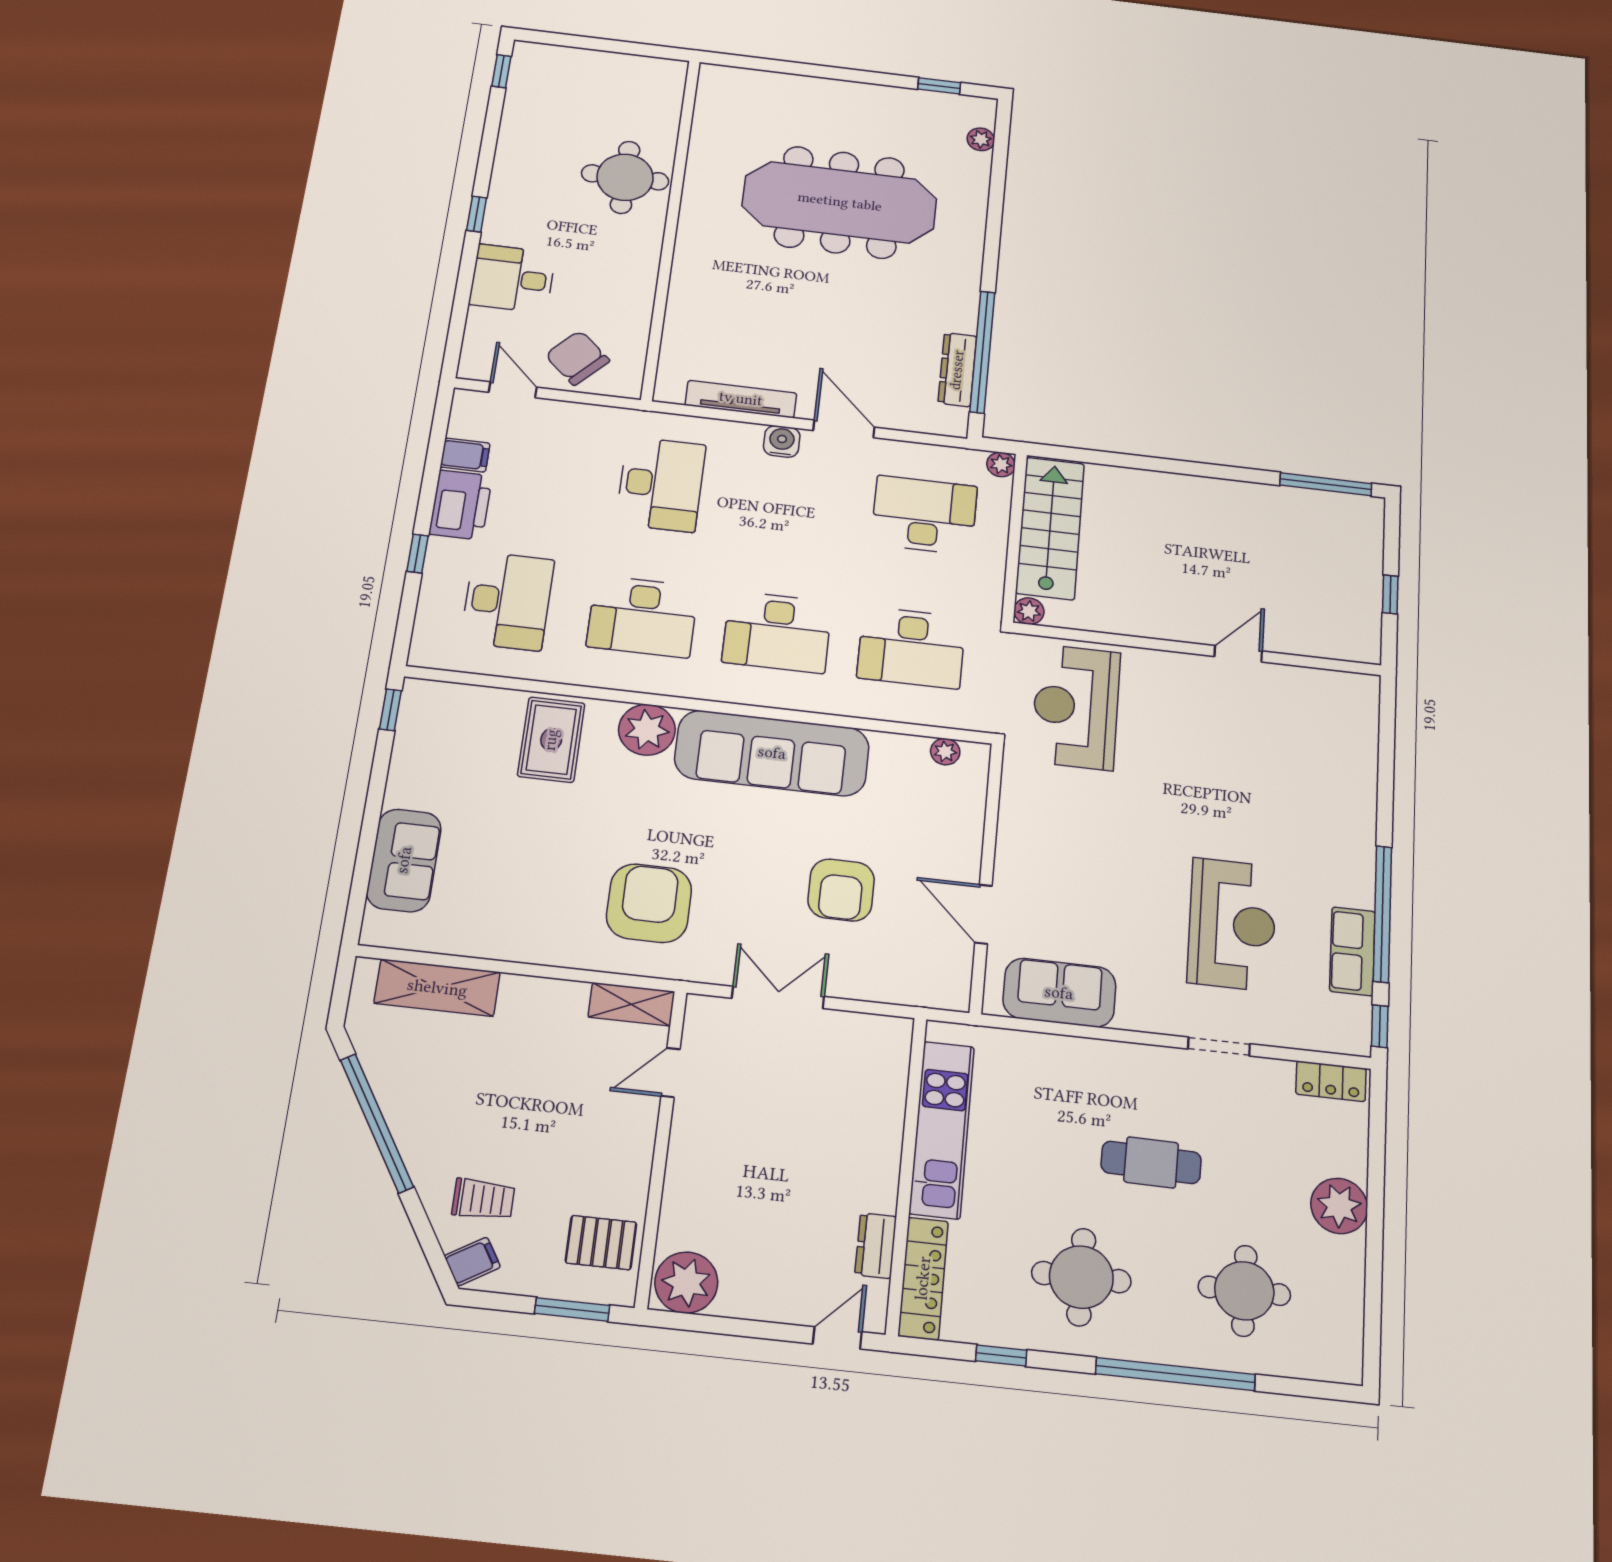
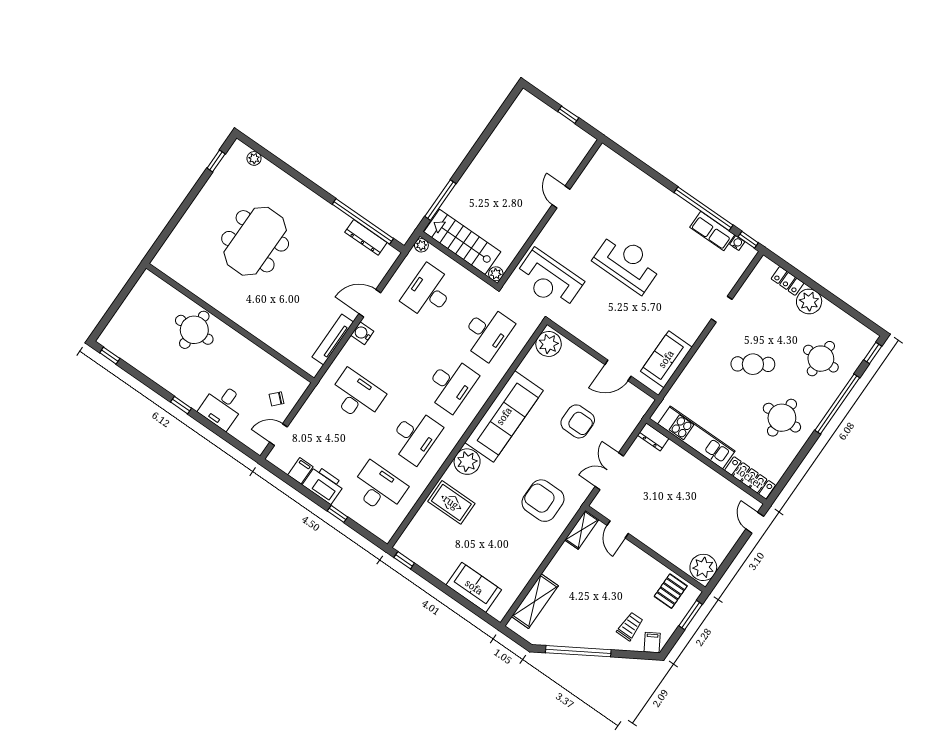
meeting table: (840, 202) -> (255, 241), width x0.73
chair: (577, 358) -> (276, 399), width x0.54, depth x0.54
window: (1326, 484) -> (440, 200), moved
plant: (945, 752) -> (549, 344), width x1.88, depth x1.88
reception desk: (1232, 924) -> (627, 263), moved
water cooler: (1360, 1009) -> (737, 243), added
locker: (1331, 1081) -> (788, 281), moved, turned 90
cafe table: (1151, 1162) -> (753, 364), turned 55
dresser: (876, 1246) -> (653, 437), moved
window: (1001, 1355) -> (873, 353), moved

